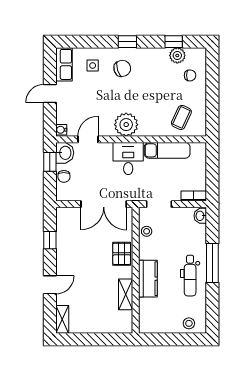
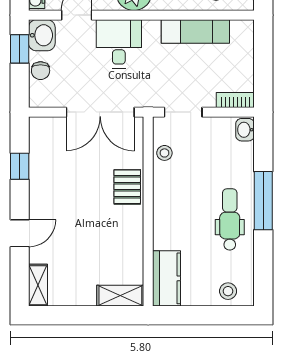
desk: (128, 159) -> (119, 44), moved
dental chair: (190, 276) -> (230, 219), turned 180
kitchen counter: (148, 279) -> (167, 278), moved
shelving: (126, 294) -> (120, 296), moved, turned 90

